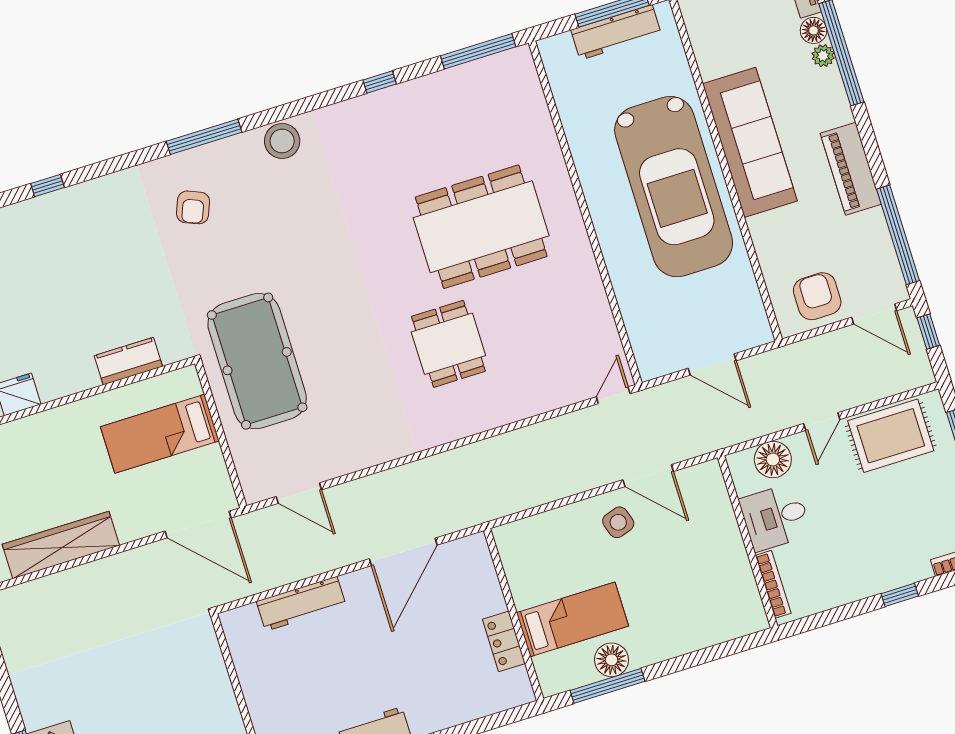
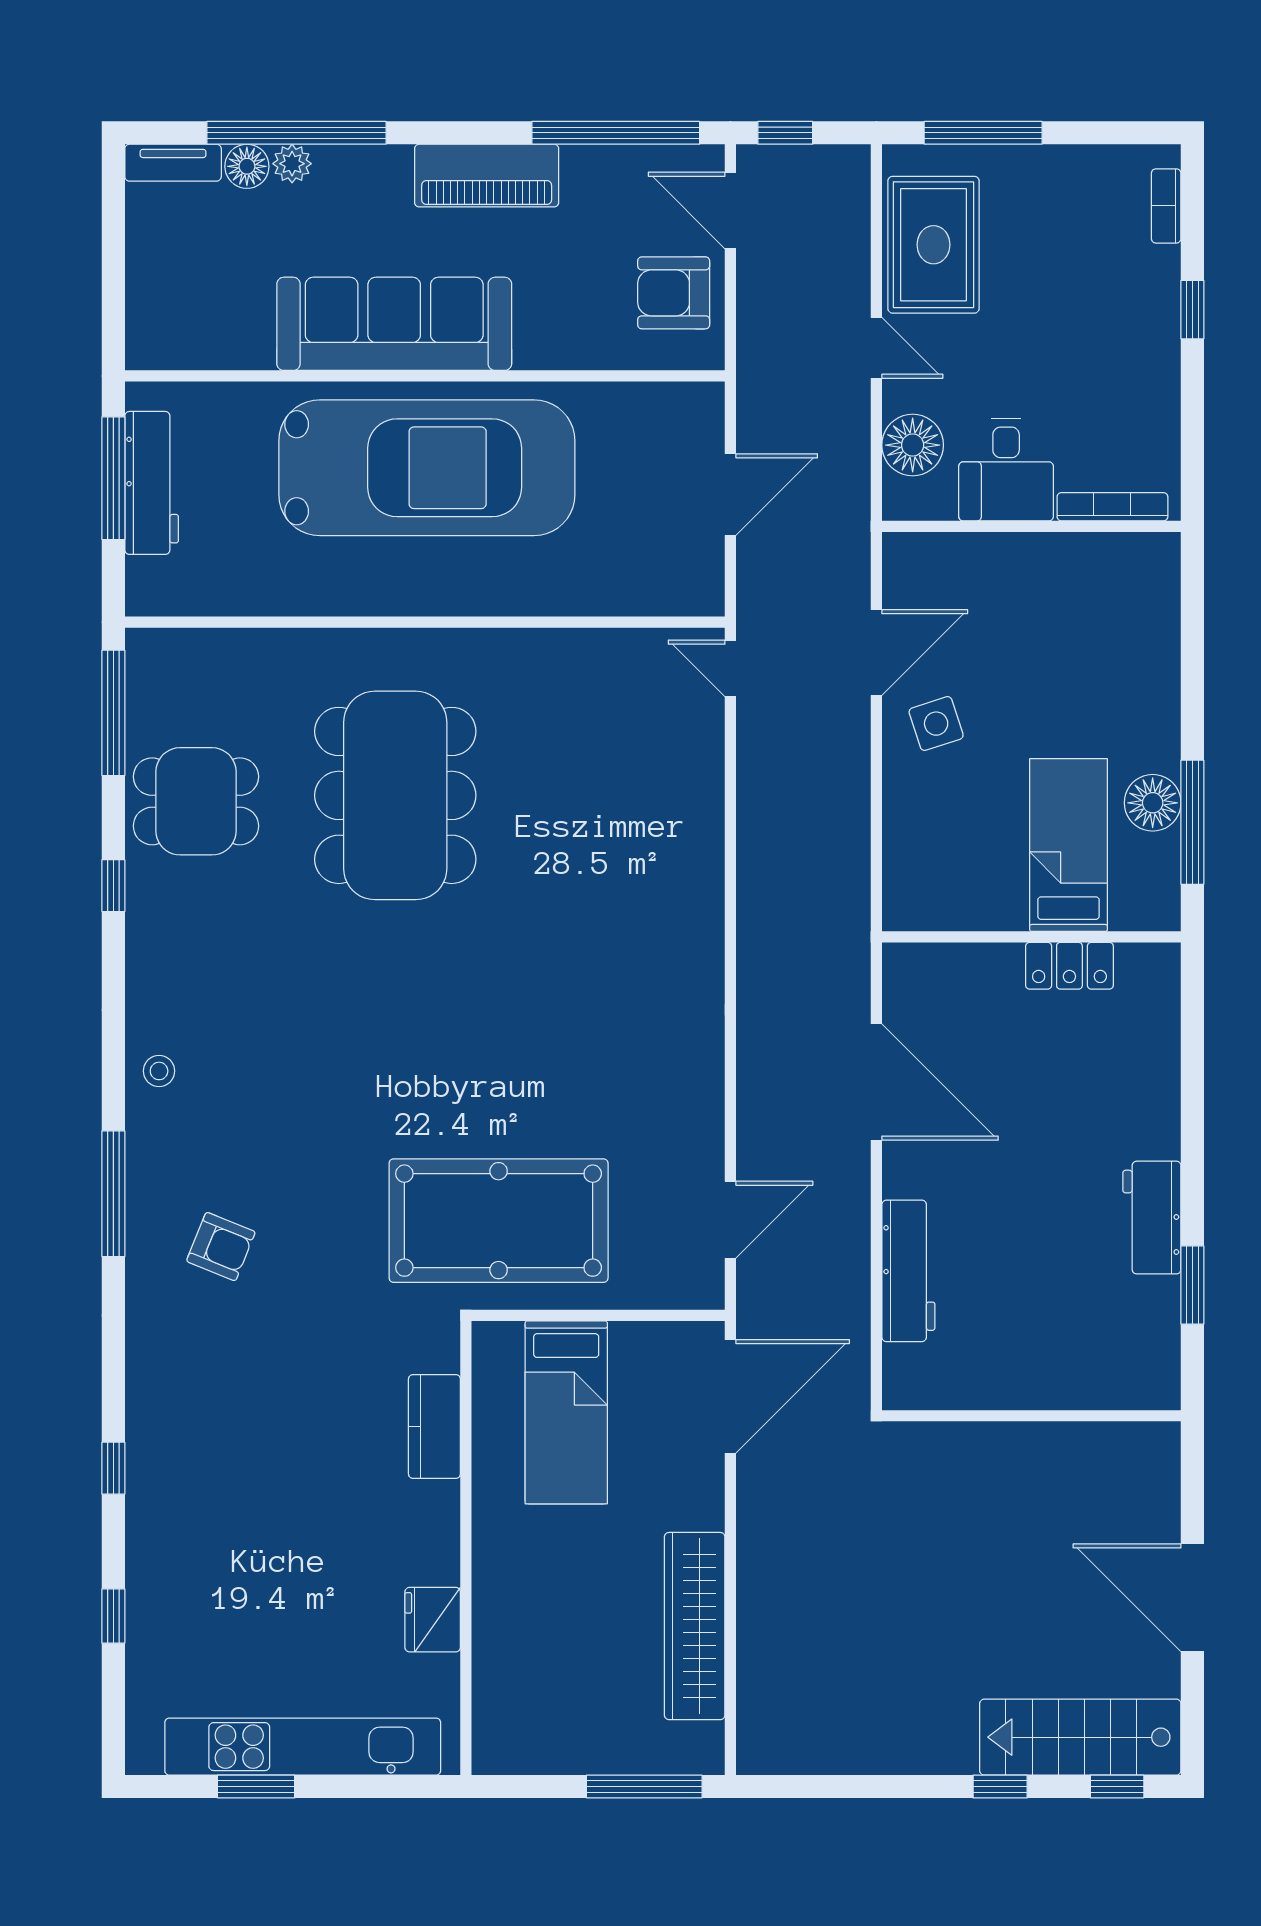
stool: (282, 141) -> (159, 1071), width x0.53, depth x0.53
door: (874, 314) -> (730, 211), swing flipped
dining table: (448, 344) -> (196, 801), moved

